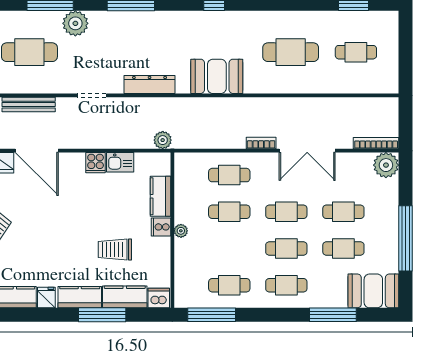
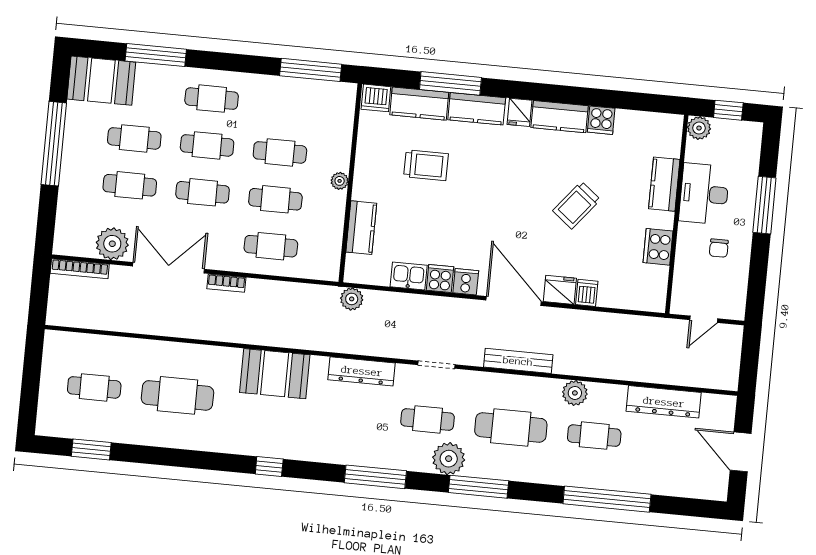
cafe table: (95, 52) -> (427, 419), added
plant: (386, 165) -> (112, 244), moved
cooker: (161, 227) -> (466, 282), moved, turned -90
cafe table: (229, 285) -> (280, 152), moved

